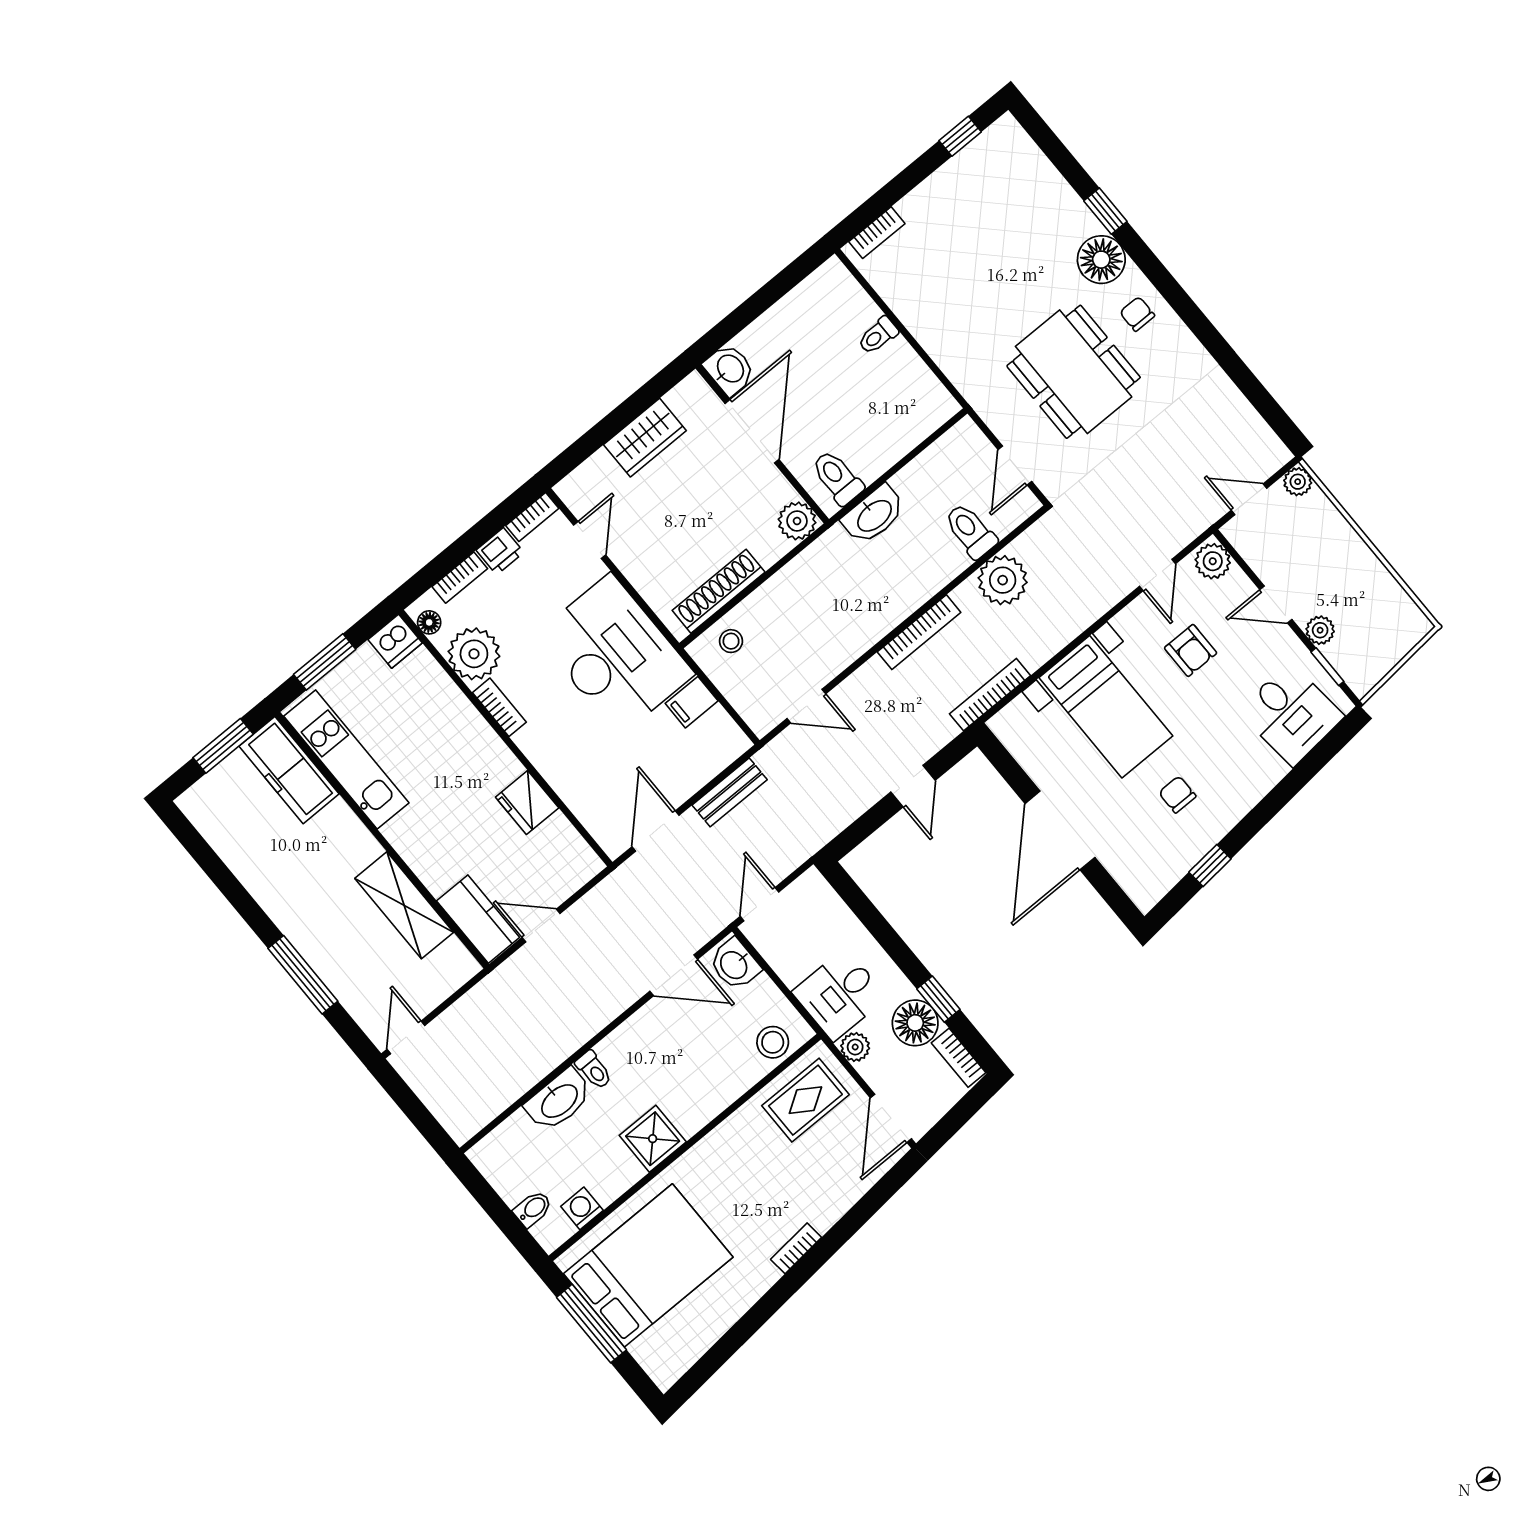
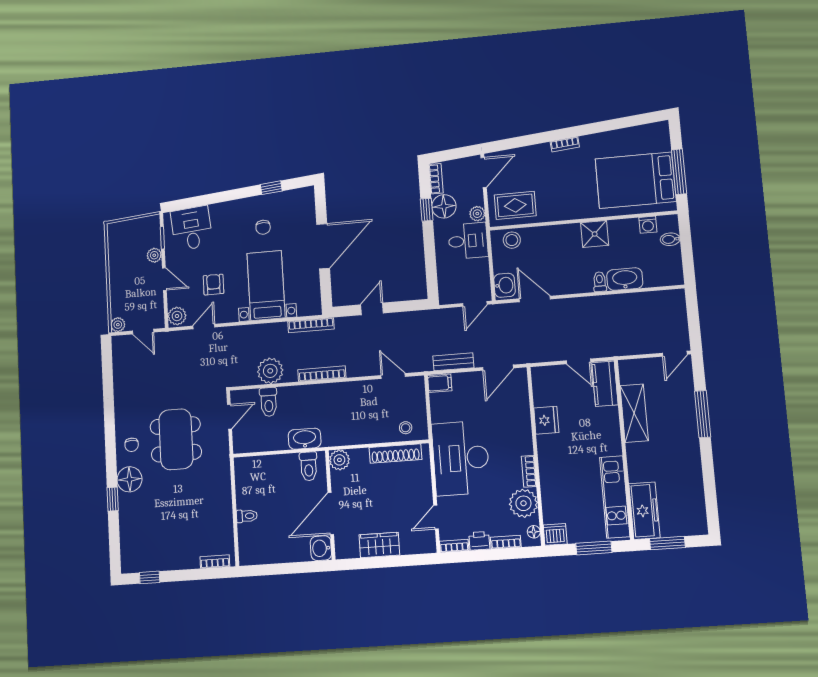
filing cabinet: (692, 702) -> (440, 383), moved

